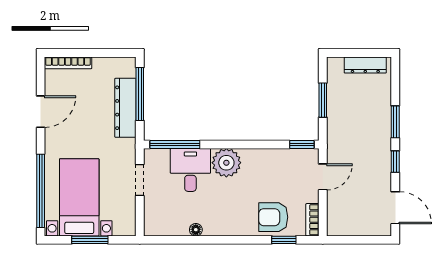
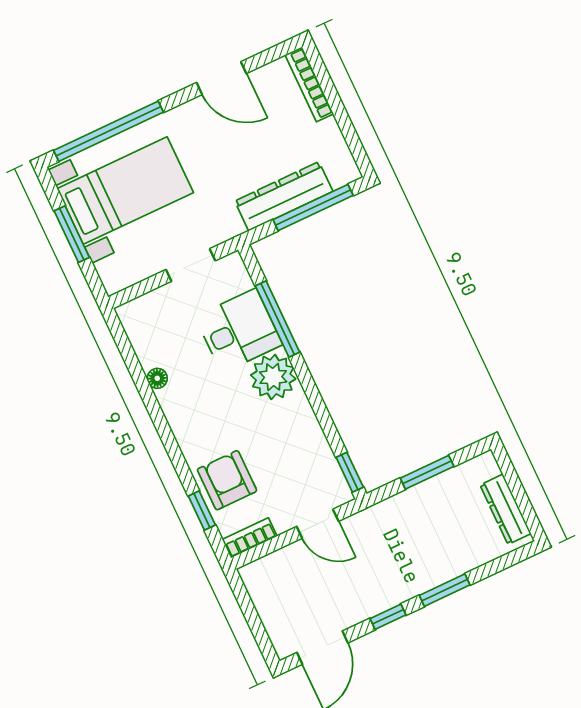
window: (175, 145) -> (278, 319), moved

